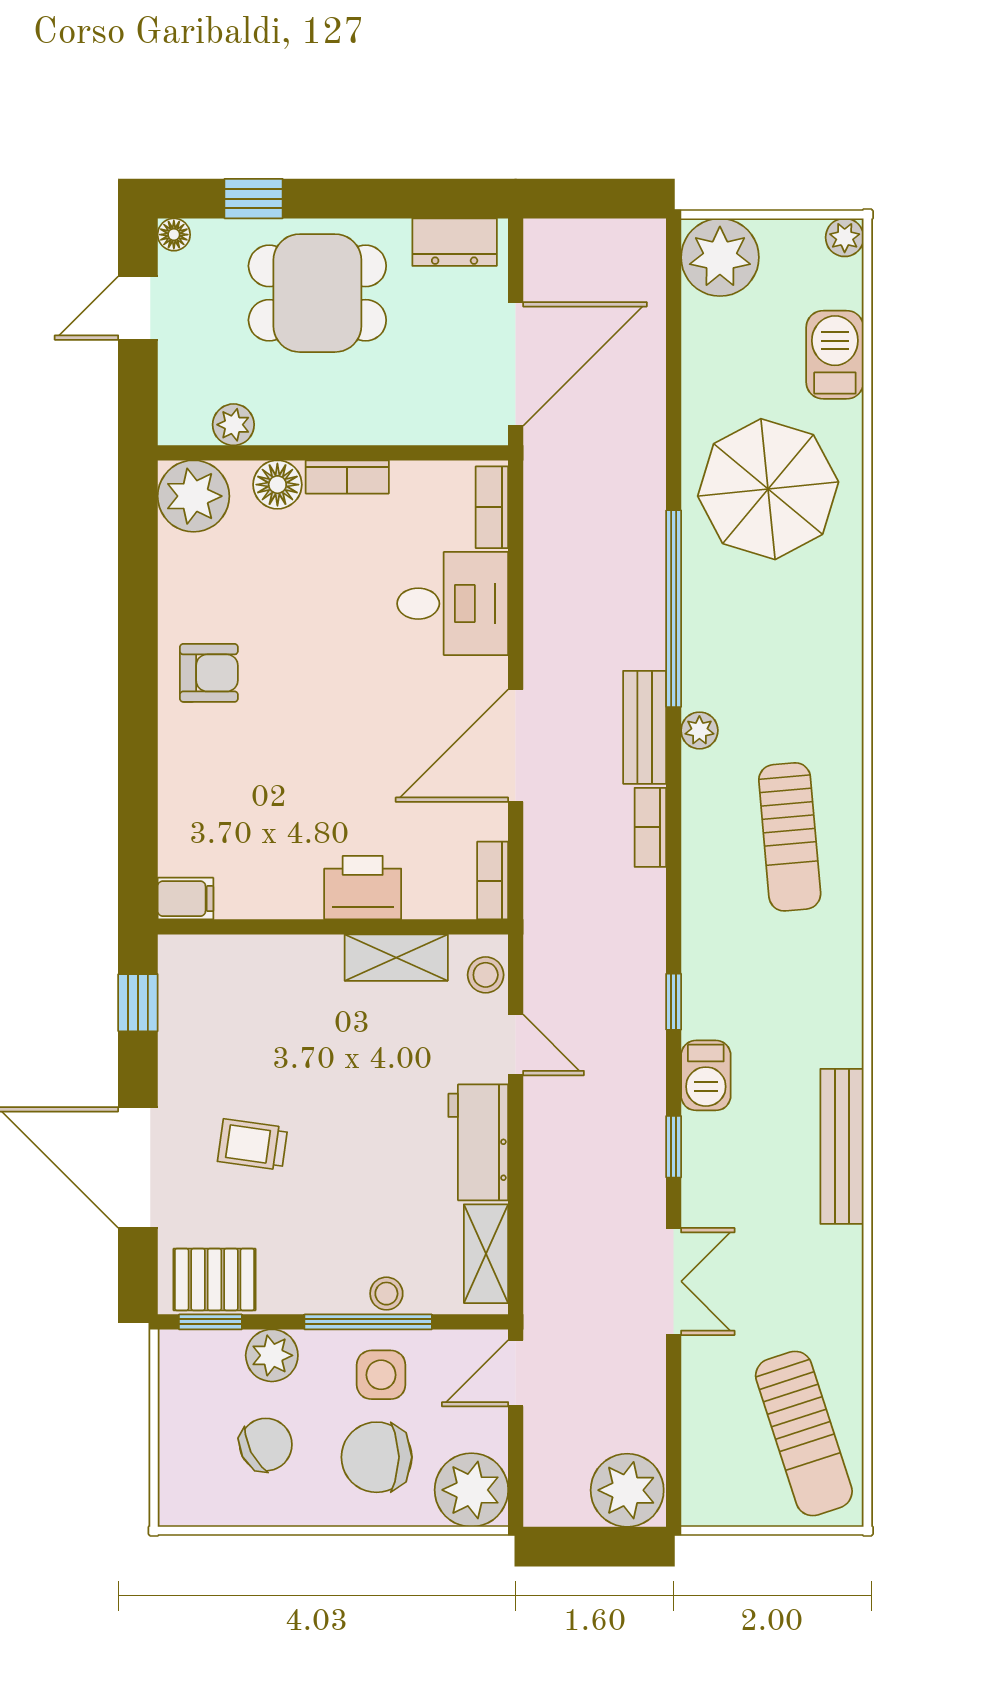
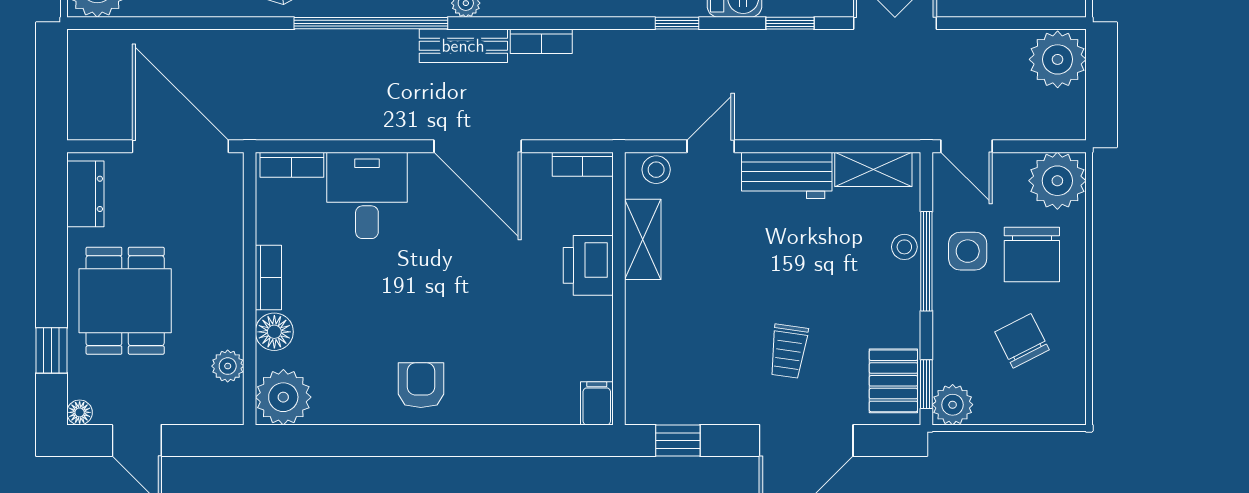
plant: (272, 1355) -> (953, 405), moved

